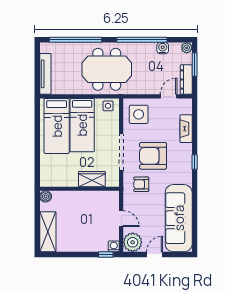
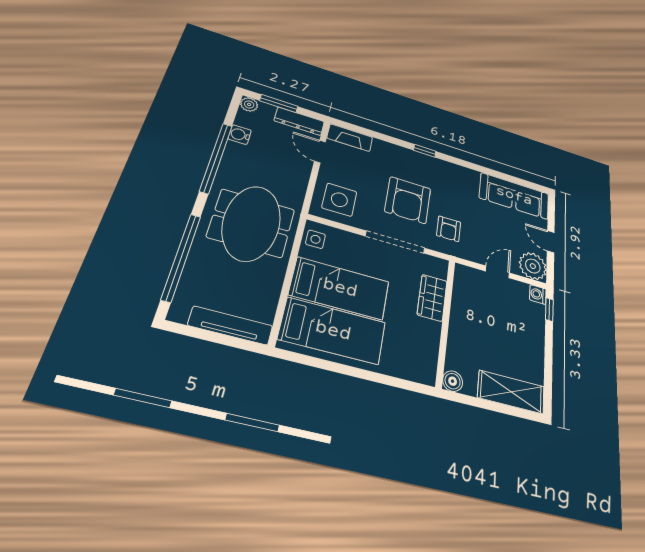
fireplace: (186, 129) -> (350, 138), moved
sofa: (179, 218) -> (514, 196), width x0.74, depth x0.79

